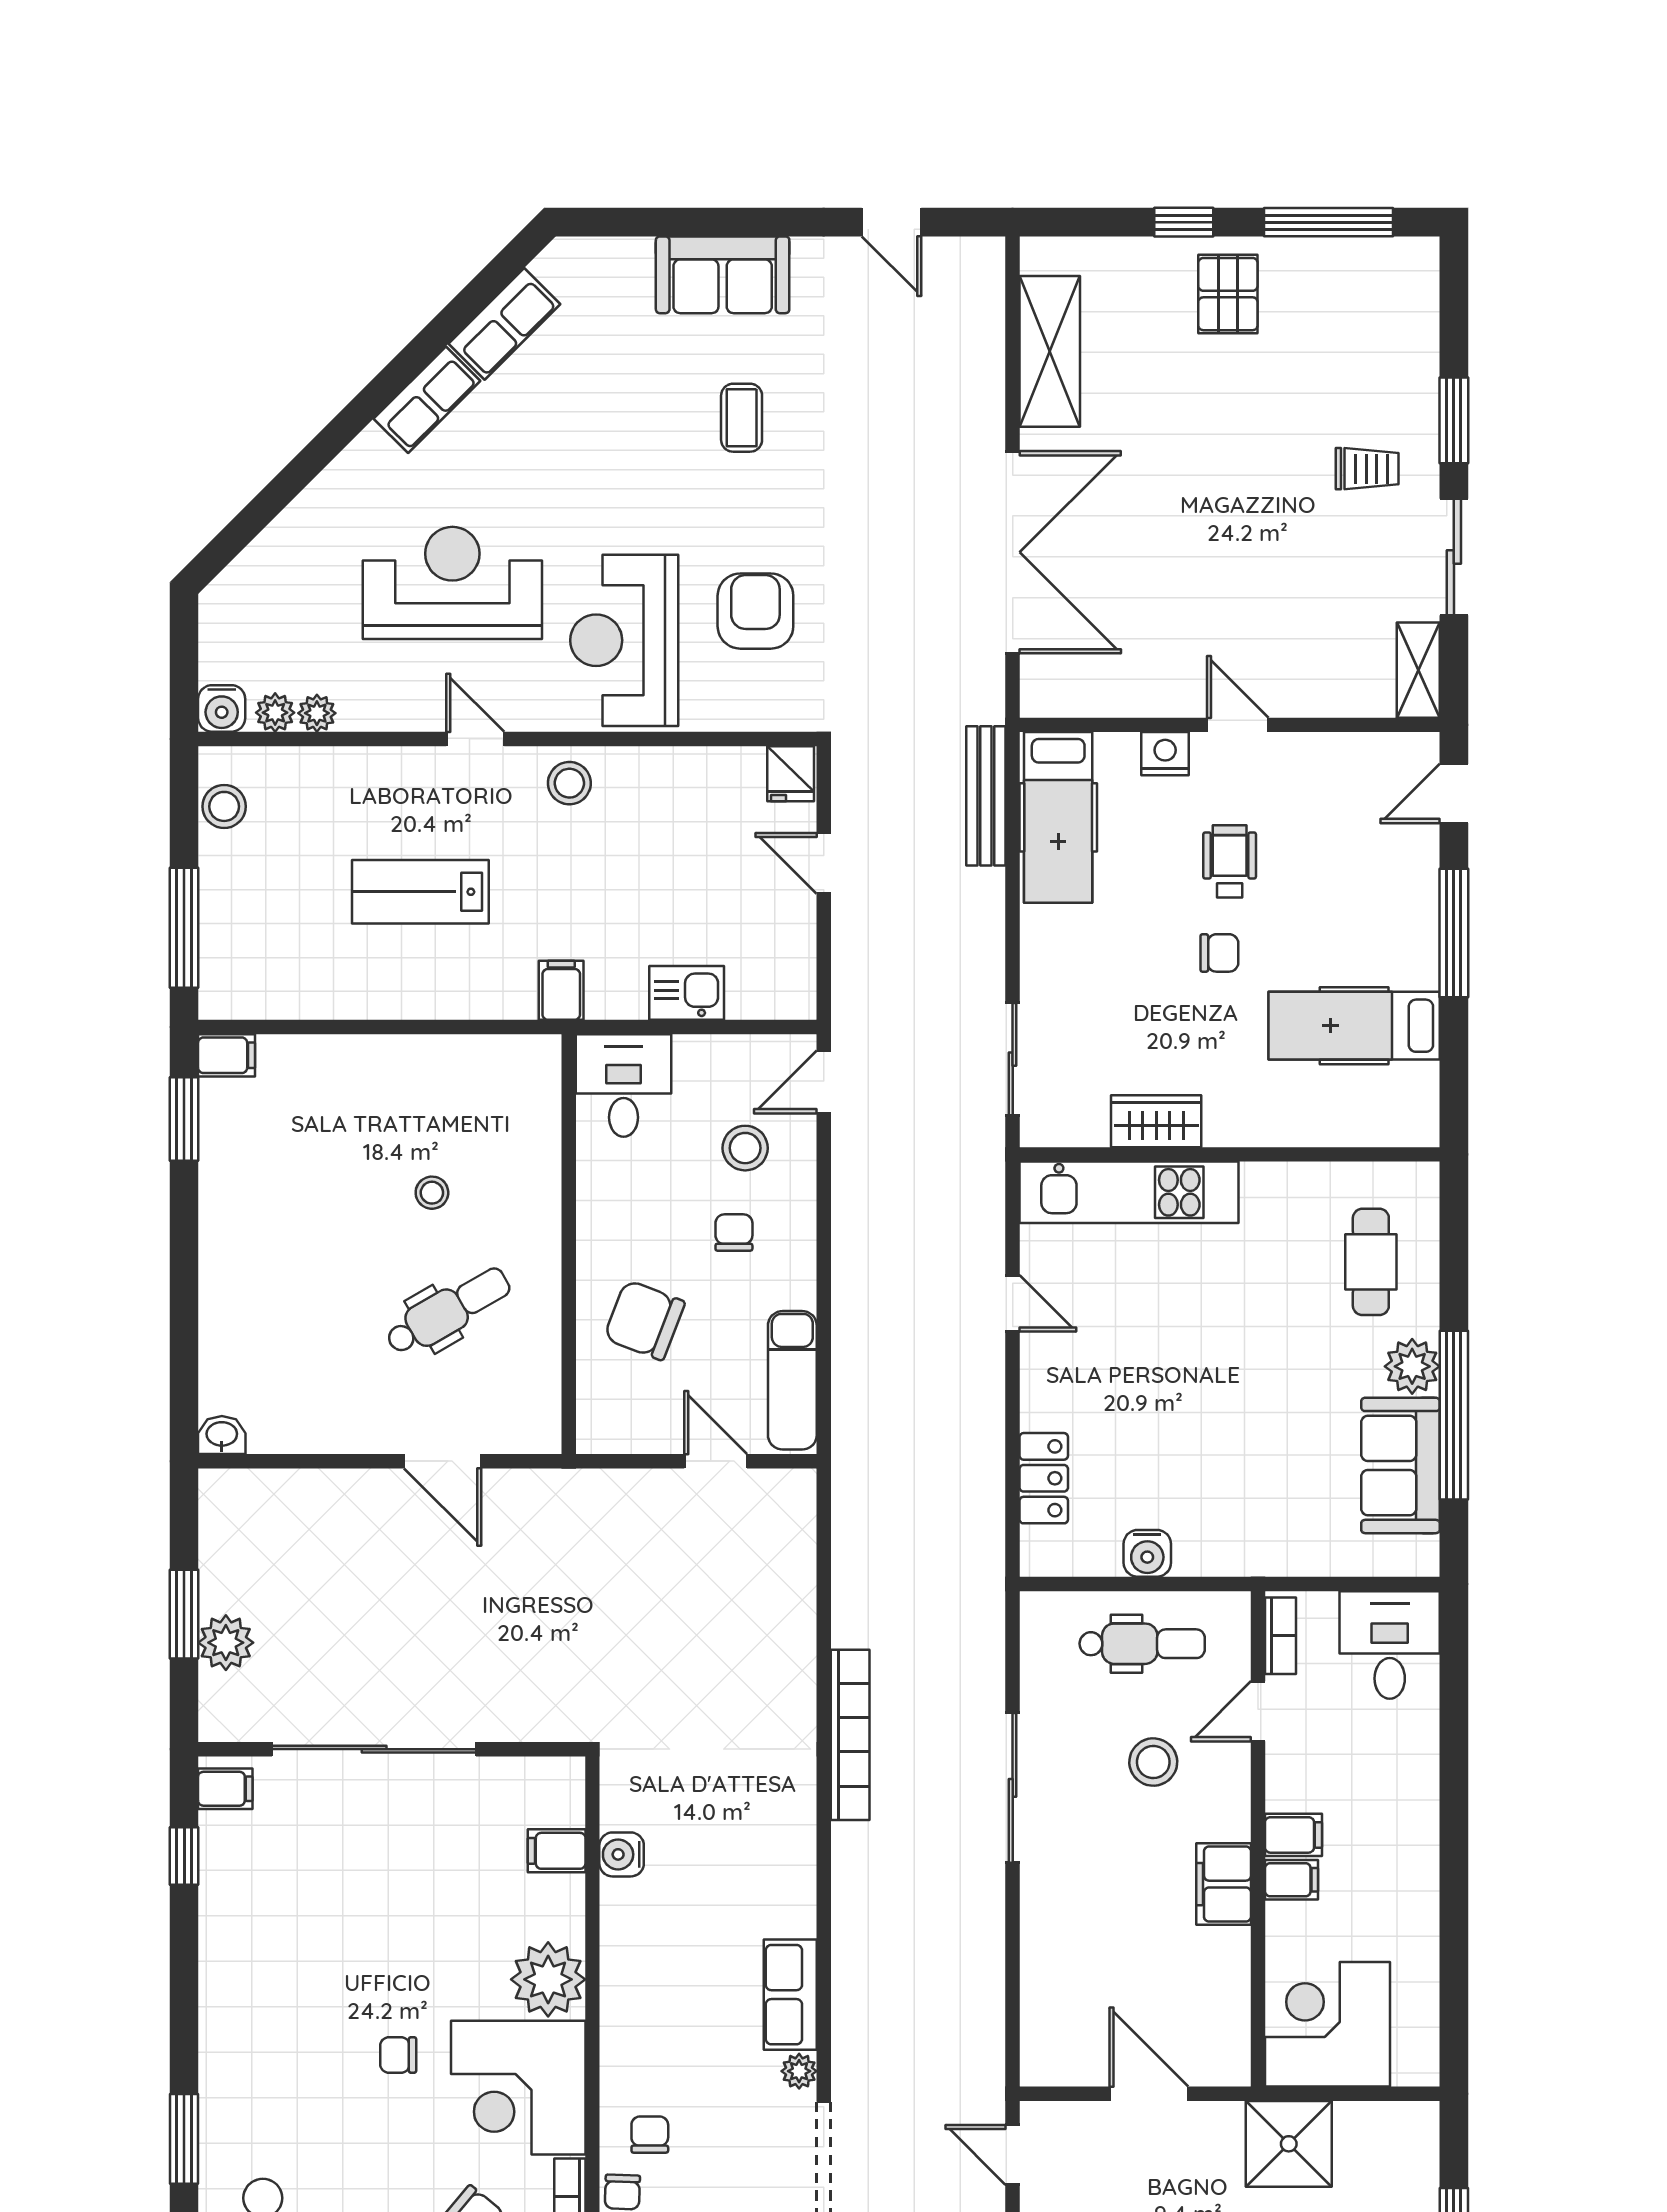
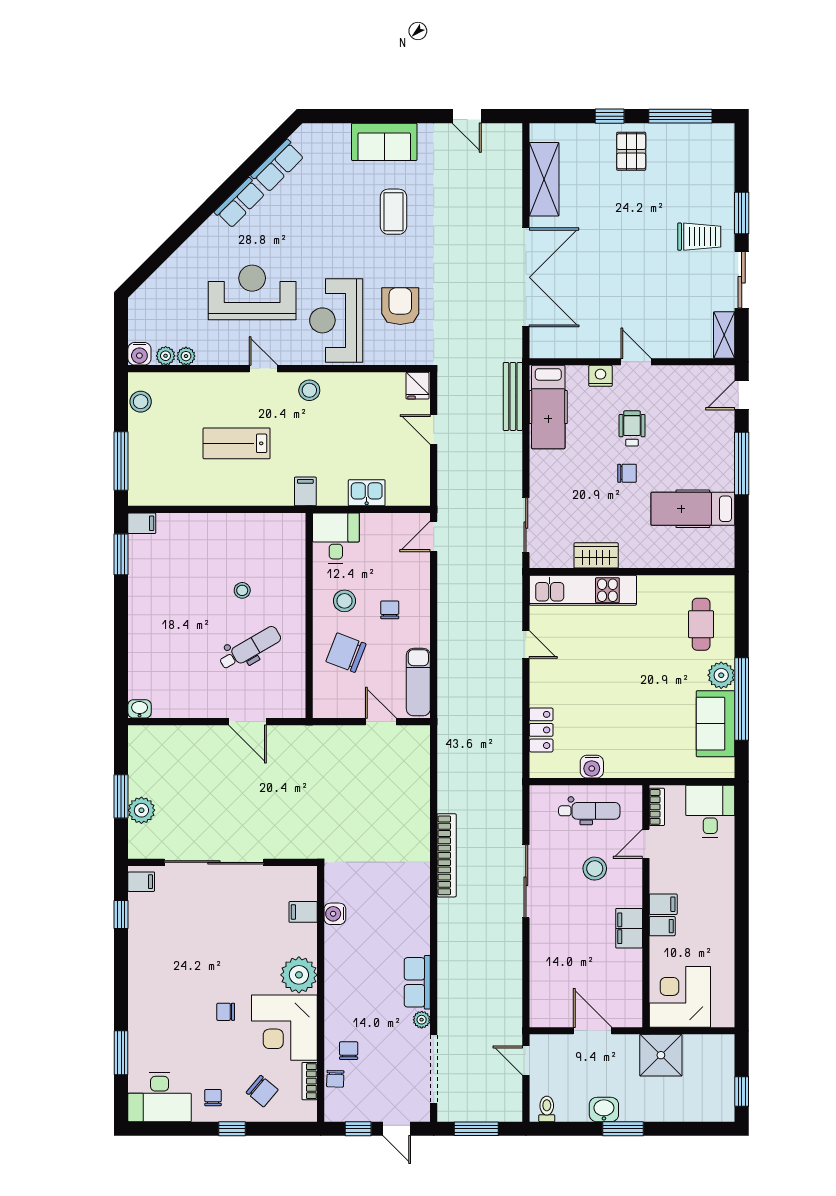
coffee table: (742, 418) -> (394, 212), width x1.36, depth x1.30
trolley: (1367, 469) -> (699, 237), width x1.36, depth x1.39
stool: (745, 1148) -> (344, 601), moved

